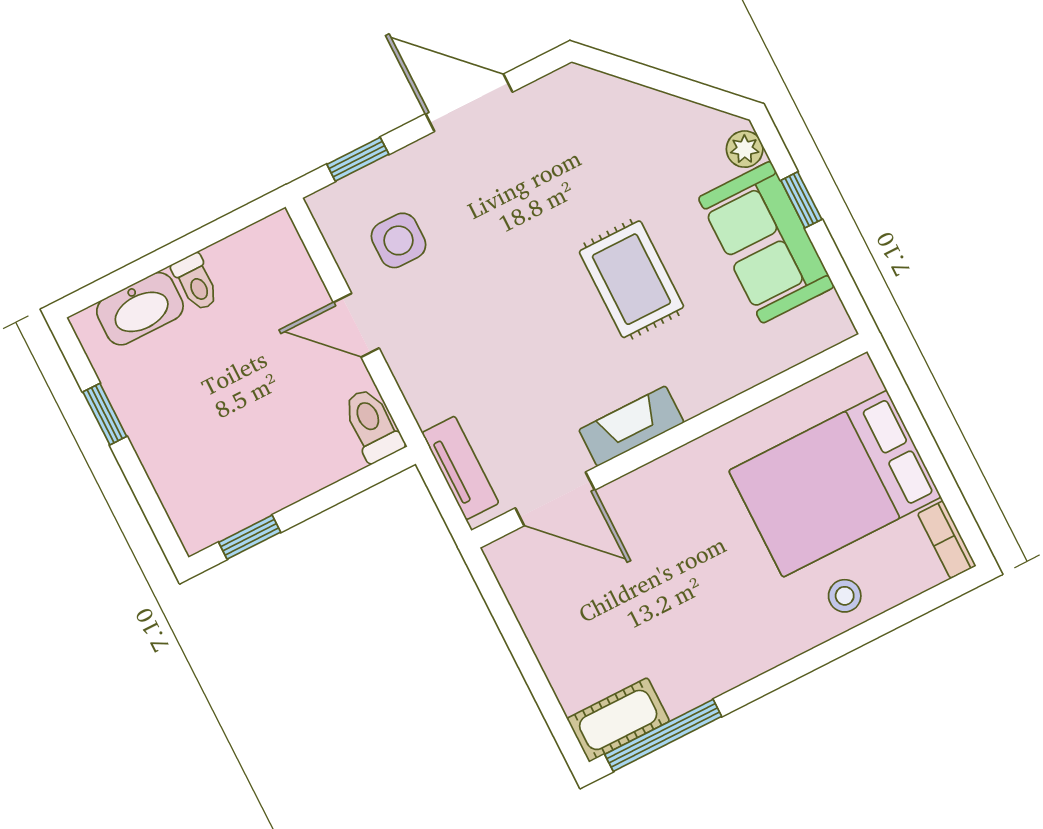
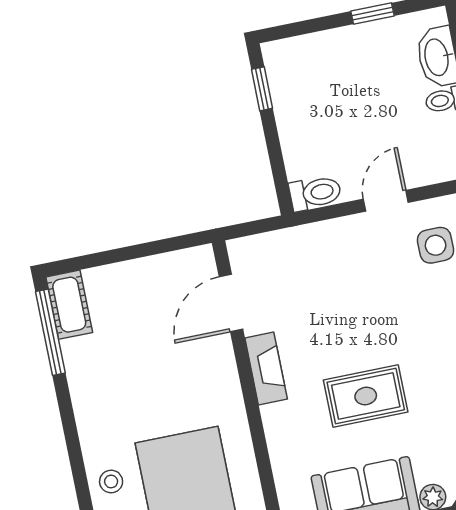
tv unit: (460, 468) -> (270, 245), removed

